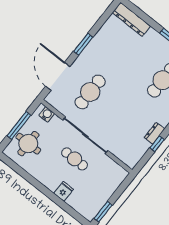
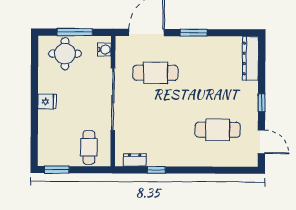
dresser: (154, 133) -> (135, 160), moved
cafe table: (75, 159) -> (89, 147), moved
fridge: (64, 191) -> (47, 101), moved

